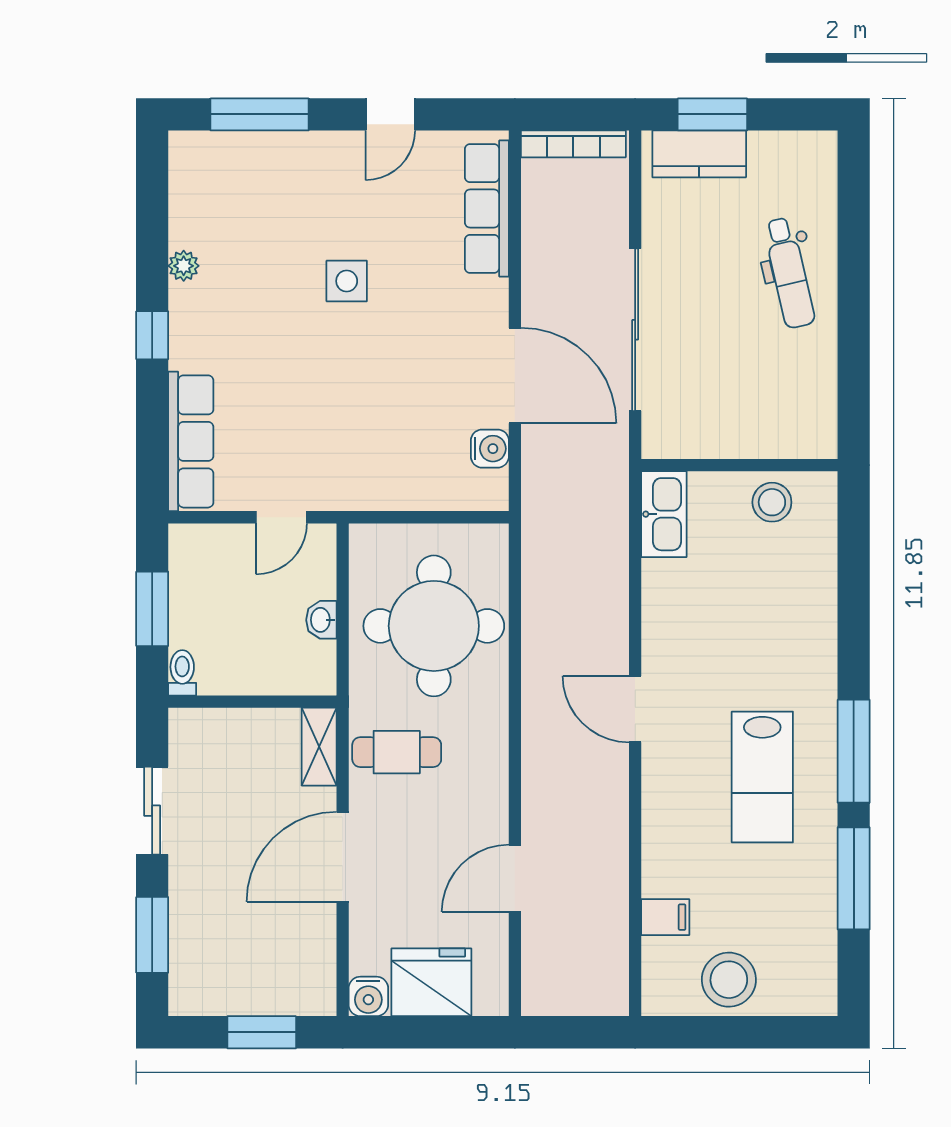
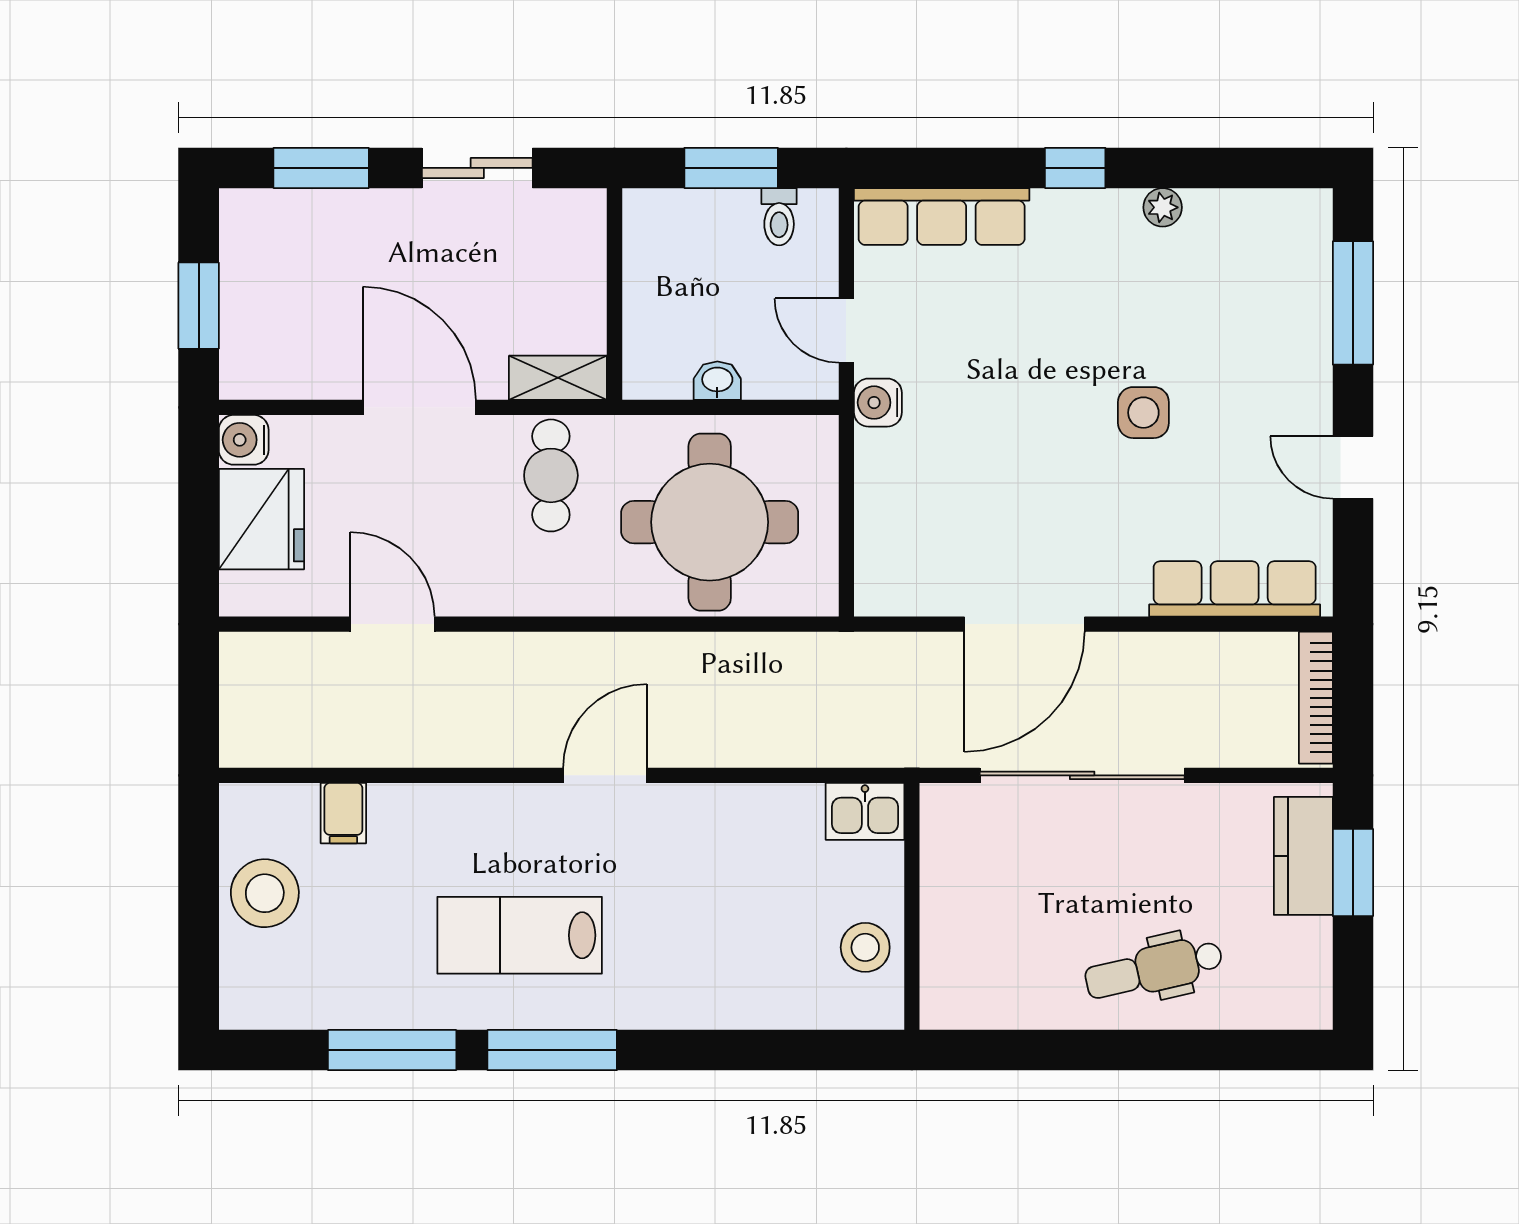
water cooler: (490, 449) -> (878, 403), moved, turned 90
kitchen sink: (664, 514) -> (865, 811), width x0.73
toilet: (182, 673) -> (779, 217), moved, turned 90

